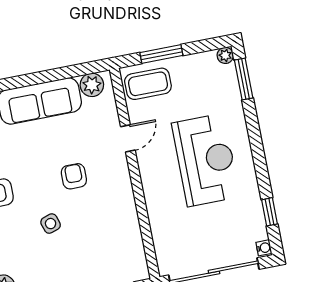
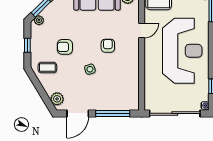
reception desk: (206, 160) -> (182, 51), width x1.36, depth x1.30

